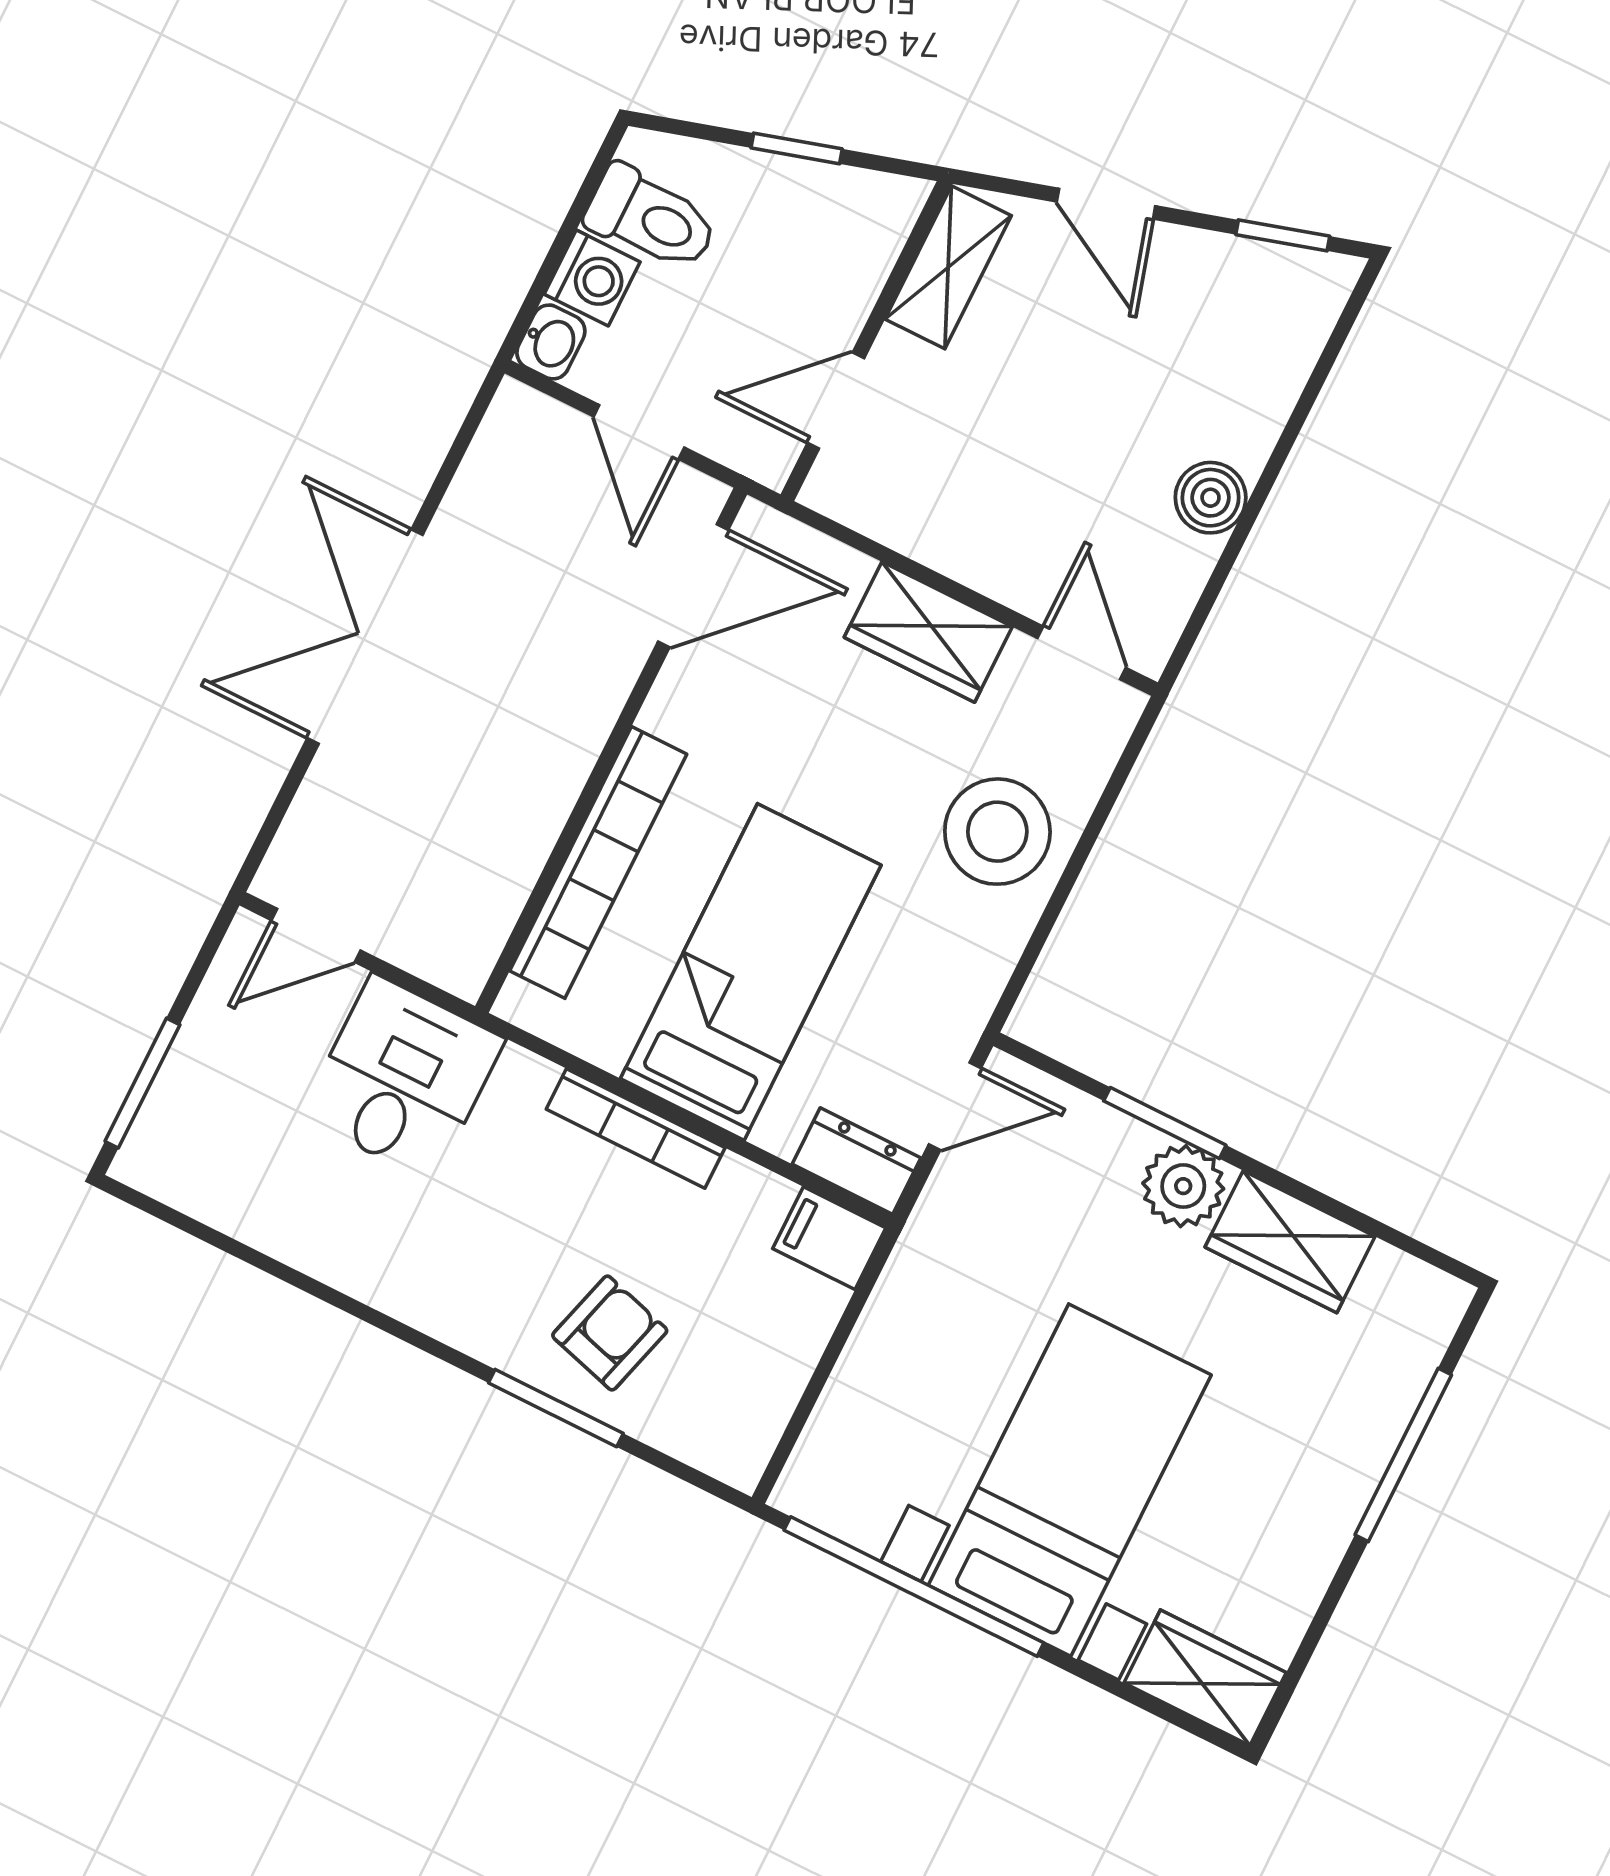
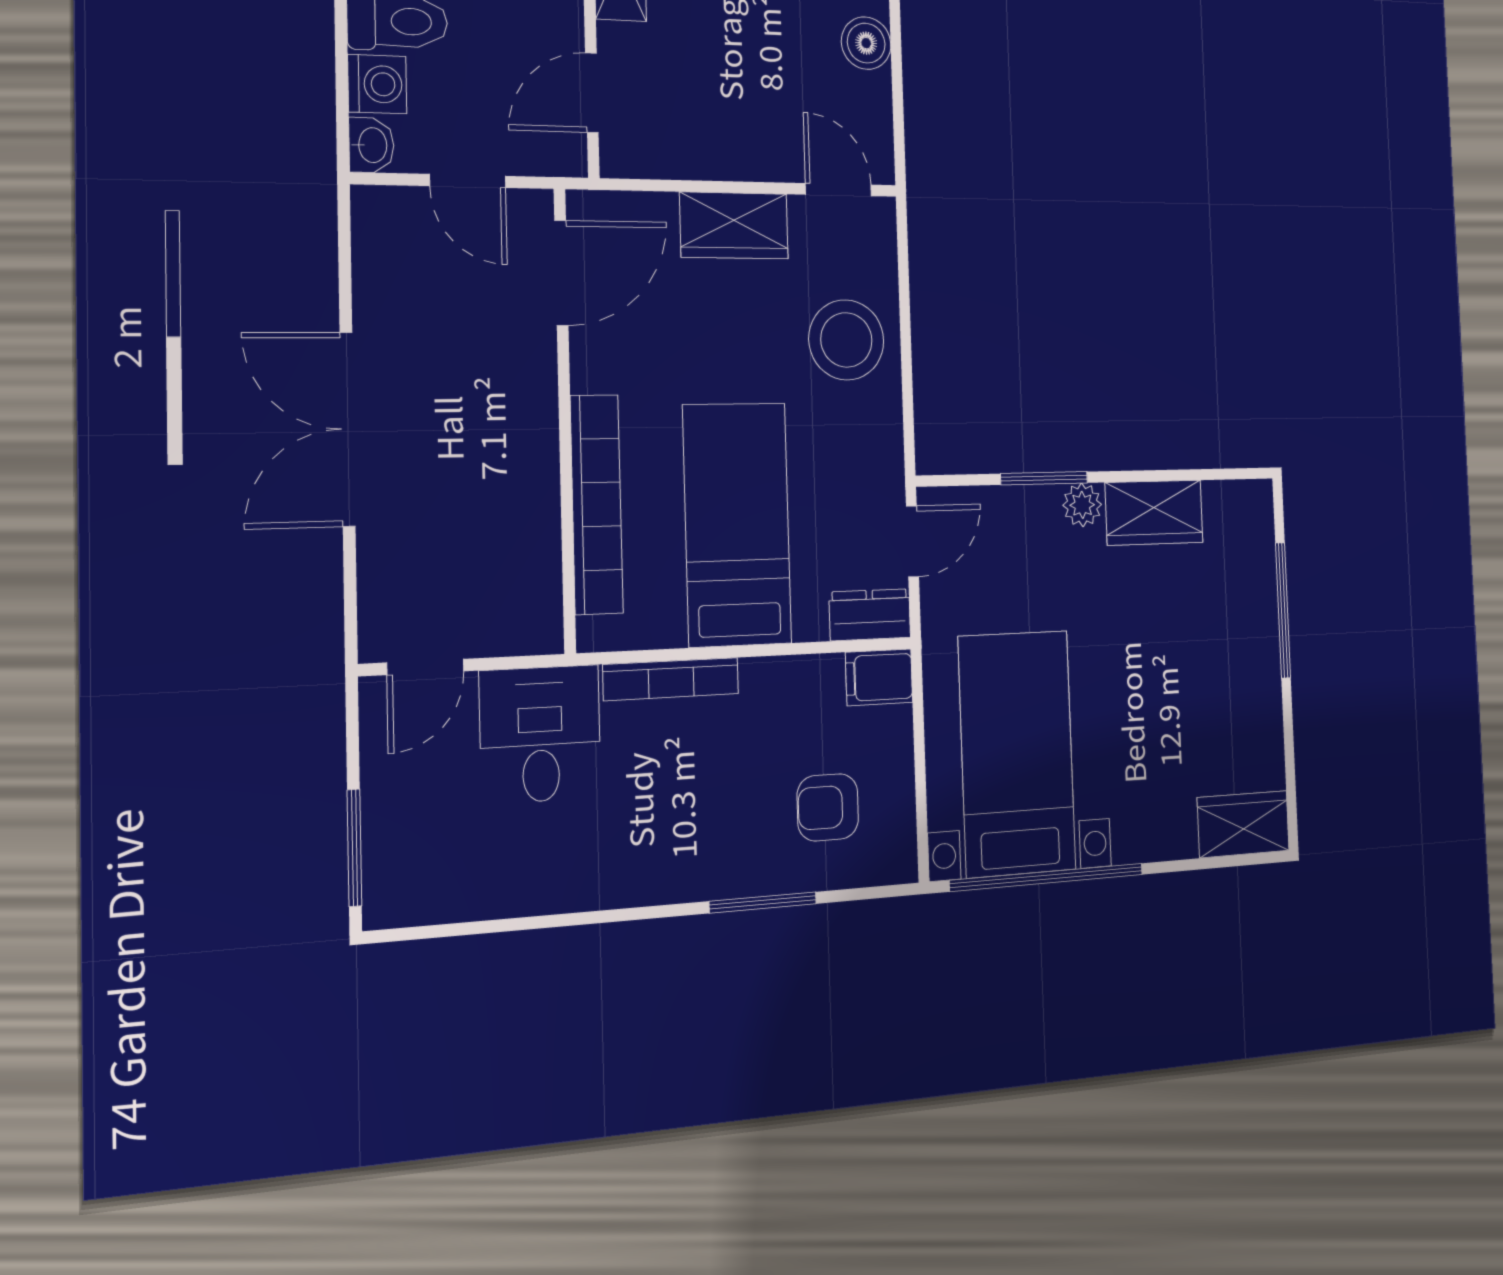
bookcase: (636, 1128) -> (671, 679), moved
plant: (1183, 1186) -> (1082, 505), width x0.73, depth x0.73
armchair: (610, 1333) -> (828, 807), moved, turned -106
bed with nightstands: (1070, 1480) -> (1017, 753), moved

